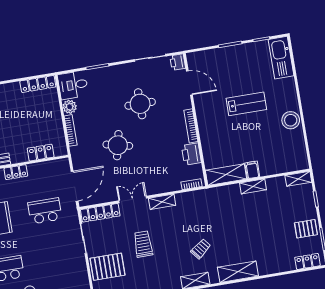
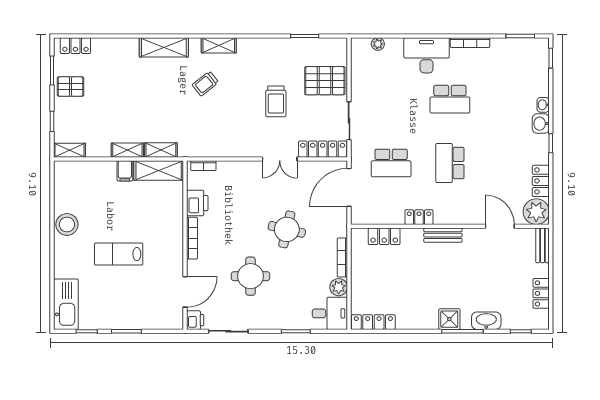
door: (189, 83) -> (185, 292), swing flipped
shelving: (162, 202) -> (161, 150), moved

